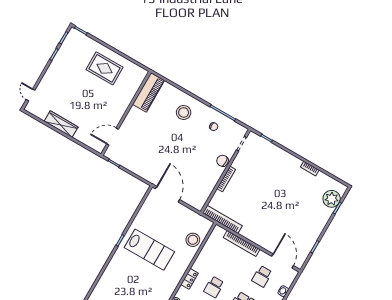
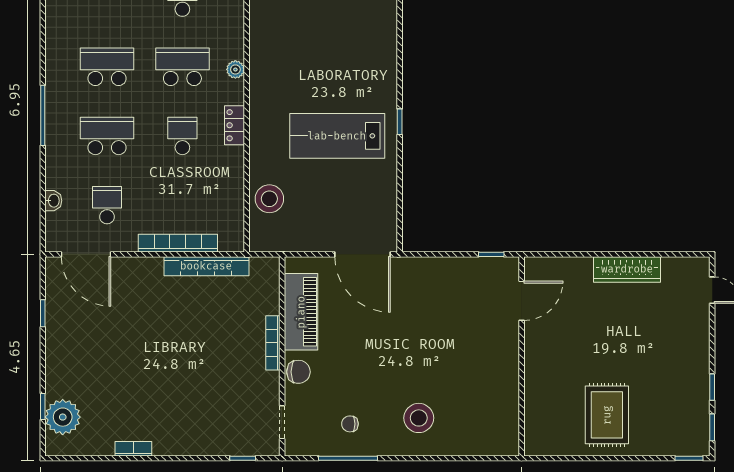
rug: (105, 68) -> (607, 415), turned 90
piano: (149, 92) -> (301, 312), moved, turned 180
bookcase: (222, 219) -> (206, 266), moved

